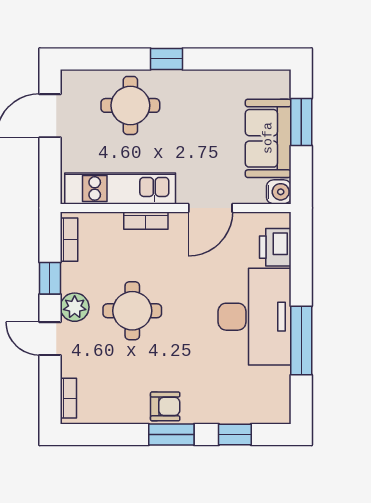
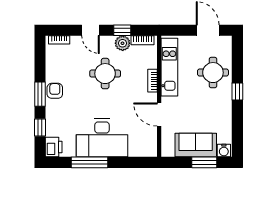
water cooler: (279, 192) -> (224, 151), moved
printer: (275, 247) -> (54, 147), moved, turned 90
plant: (75, 307) -> (123, 43), moved
door: (50, 339) -> (91, 30), swing flipped
armchair: (165, 406) -> (55, 91), turned 180

